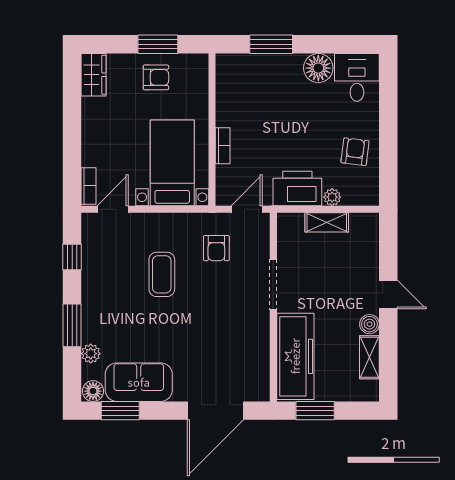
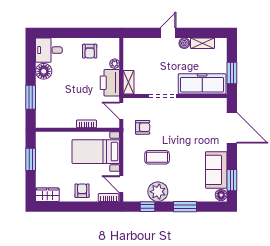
armchair: (156, 77) -> (82, 191), moved
armchair: (355, 152) -> (90, 51), turned -97
shelving: (327, 222) -> (128, 82), moved
plant: (91, 354) -> (158, 192), moved, width x1.88, depth x1.88

